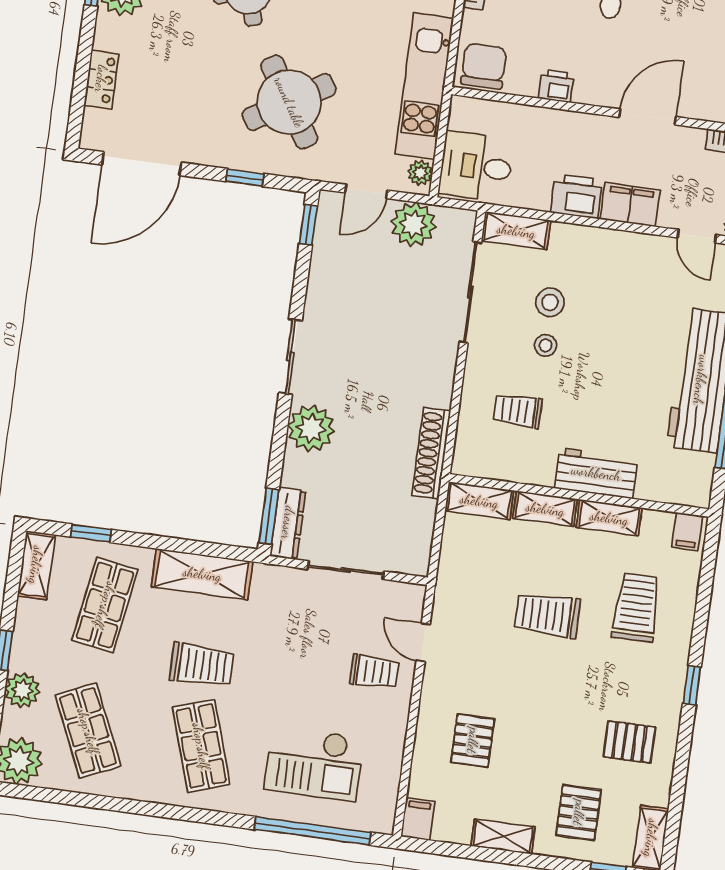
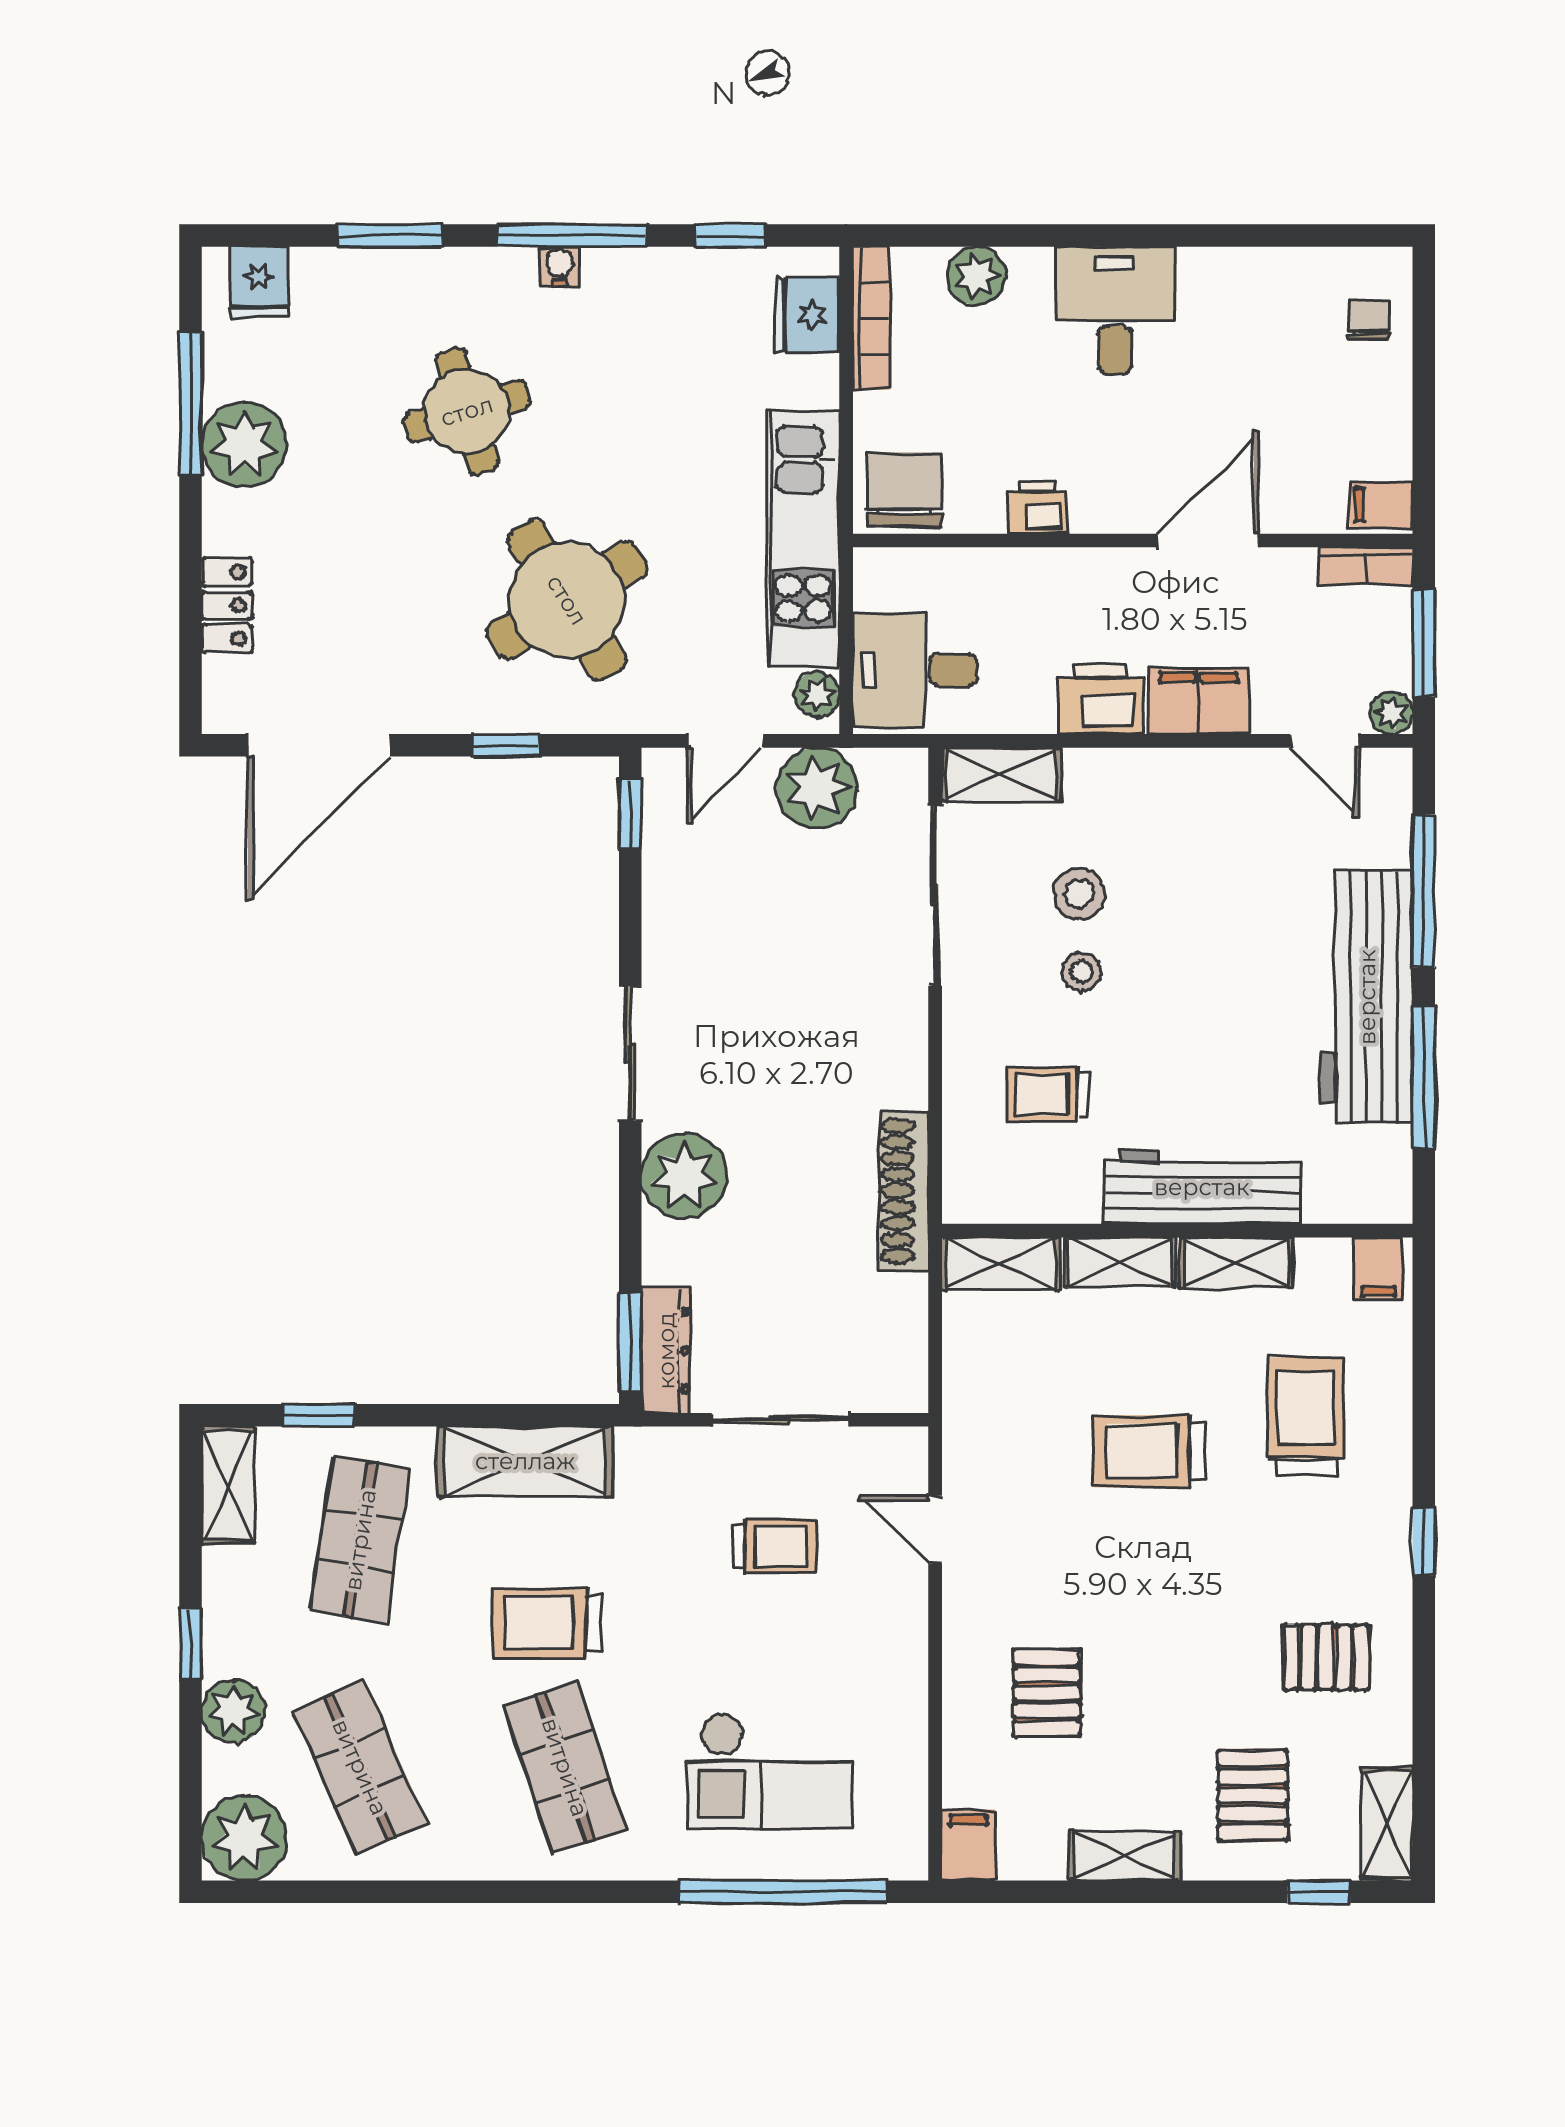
workbench: (596, 473) -> (1202, 1187), width x1.37
trolley: (202, 665) -> (547, 1623), turned 180
trolley: (374, 672) -> (775, 1546), moved

